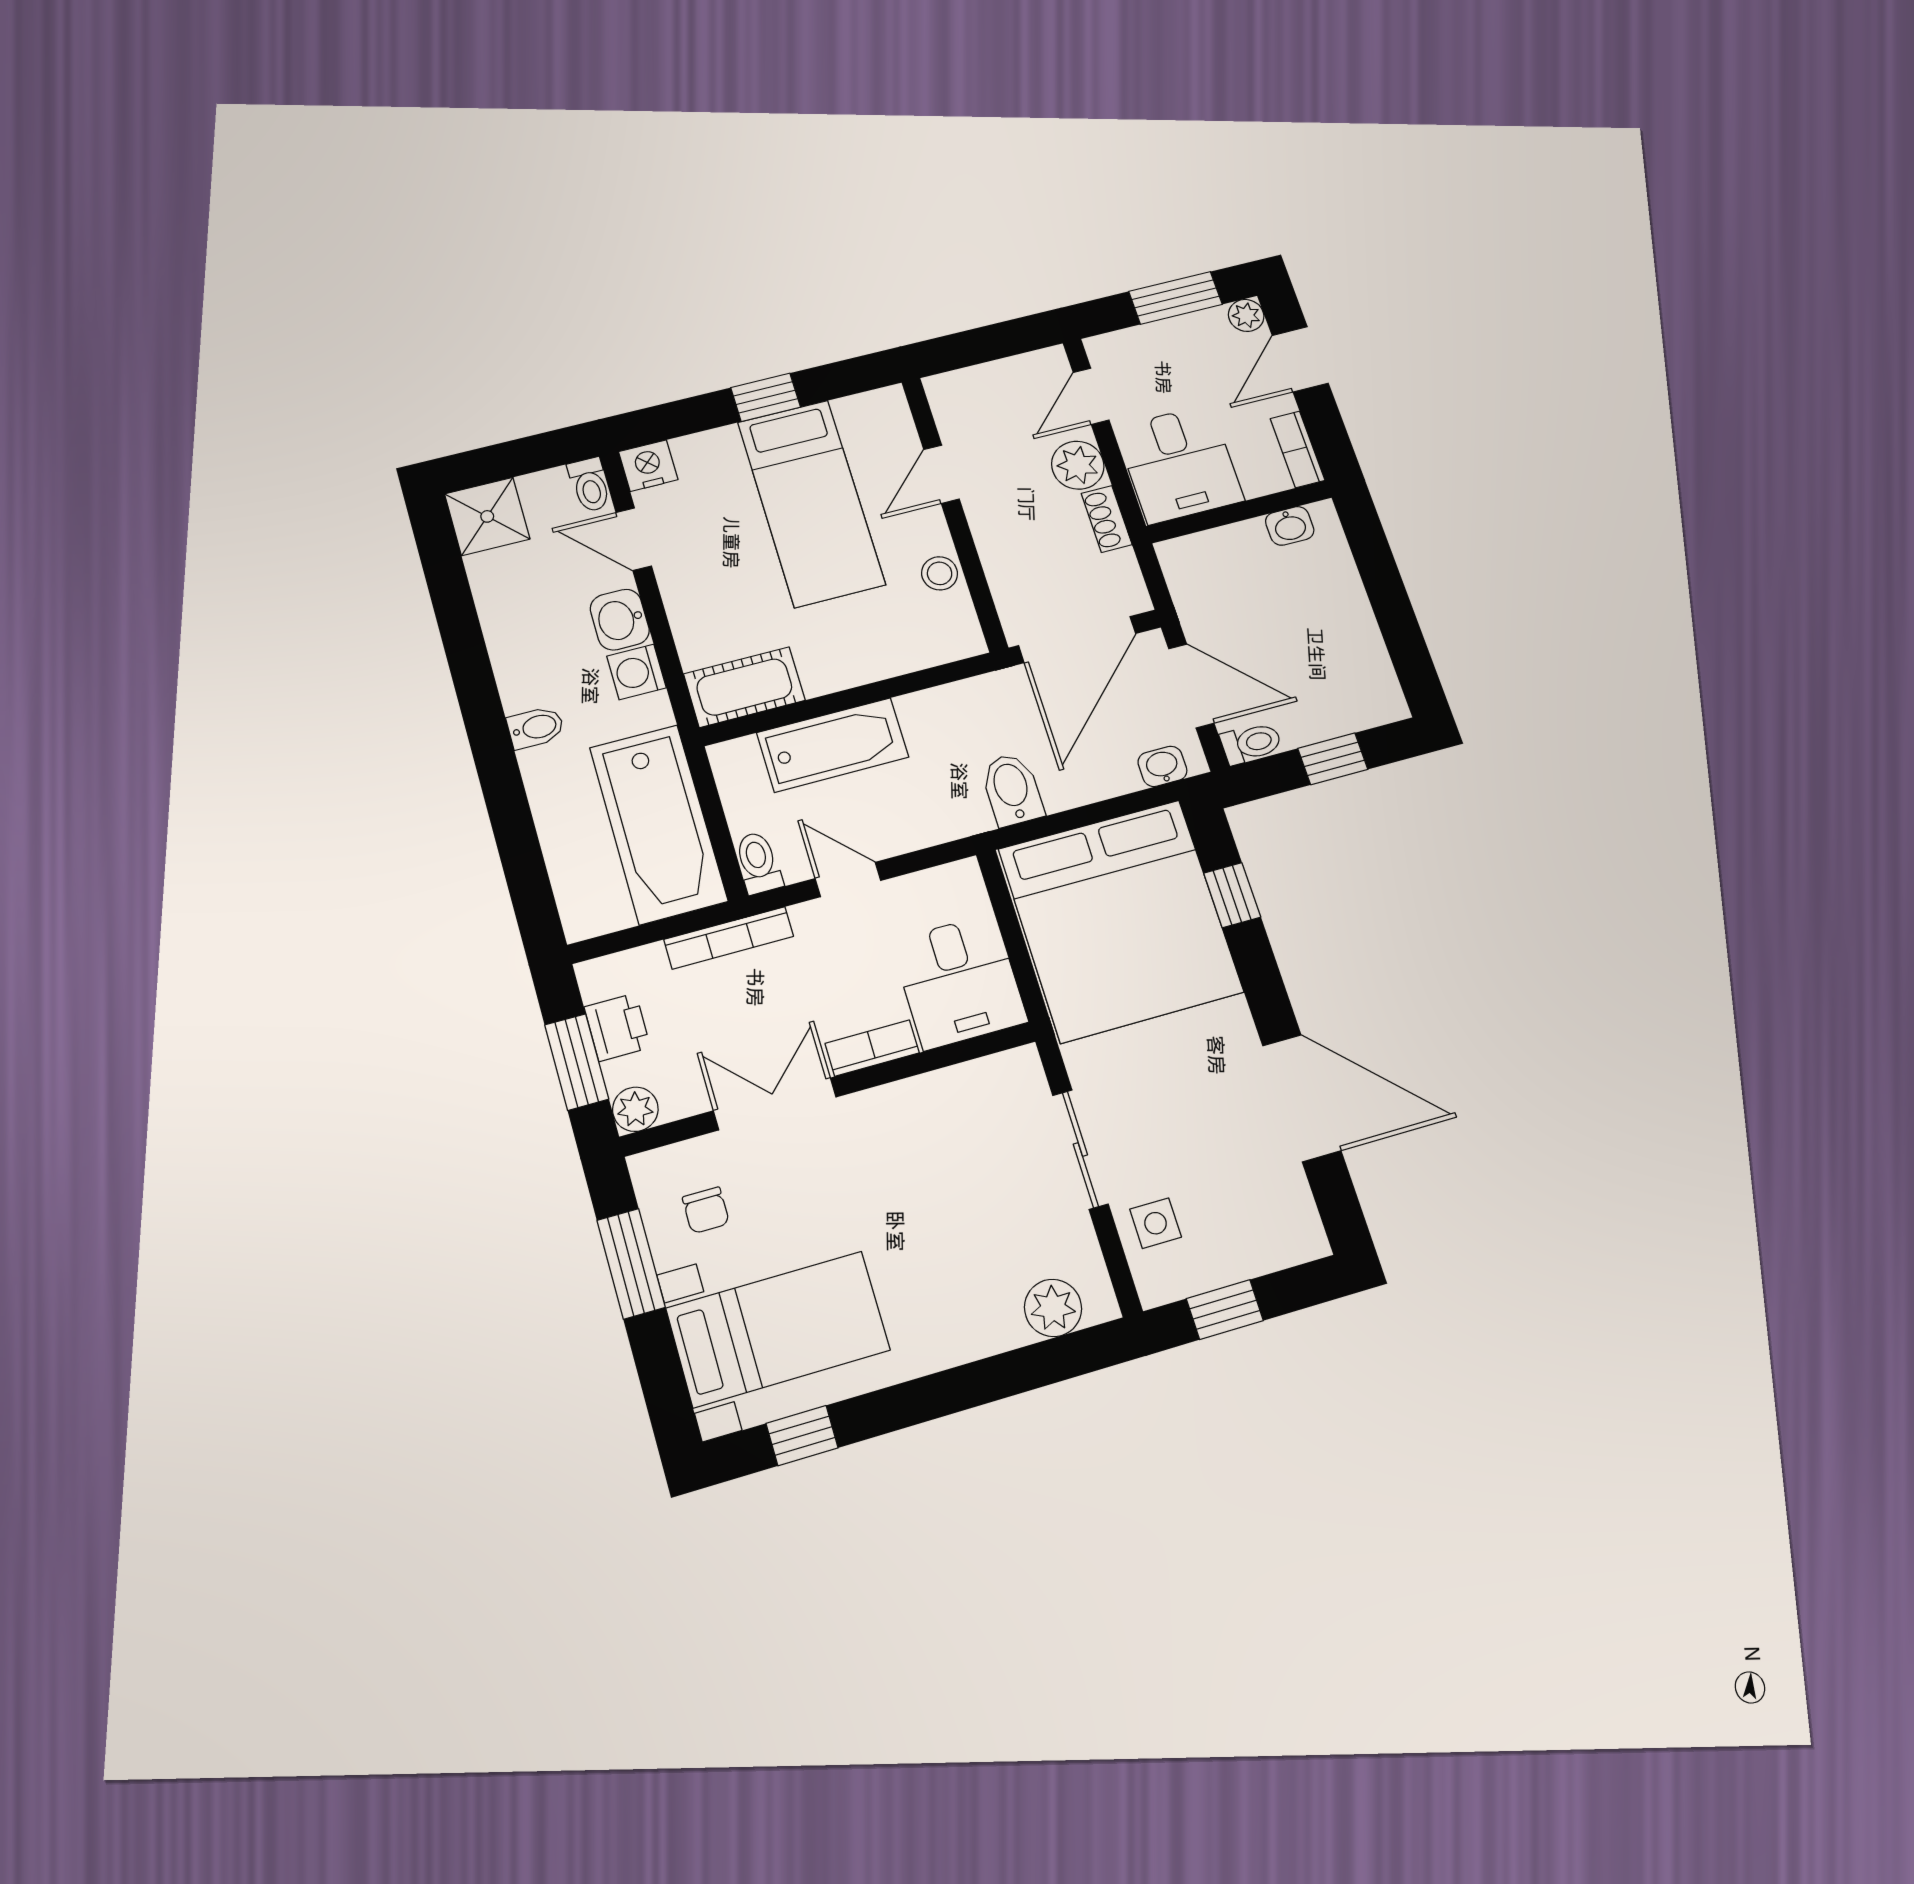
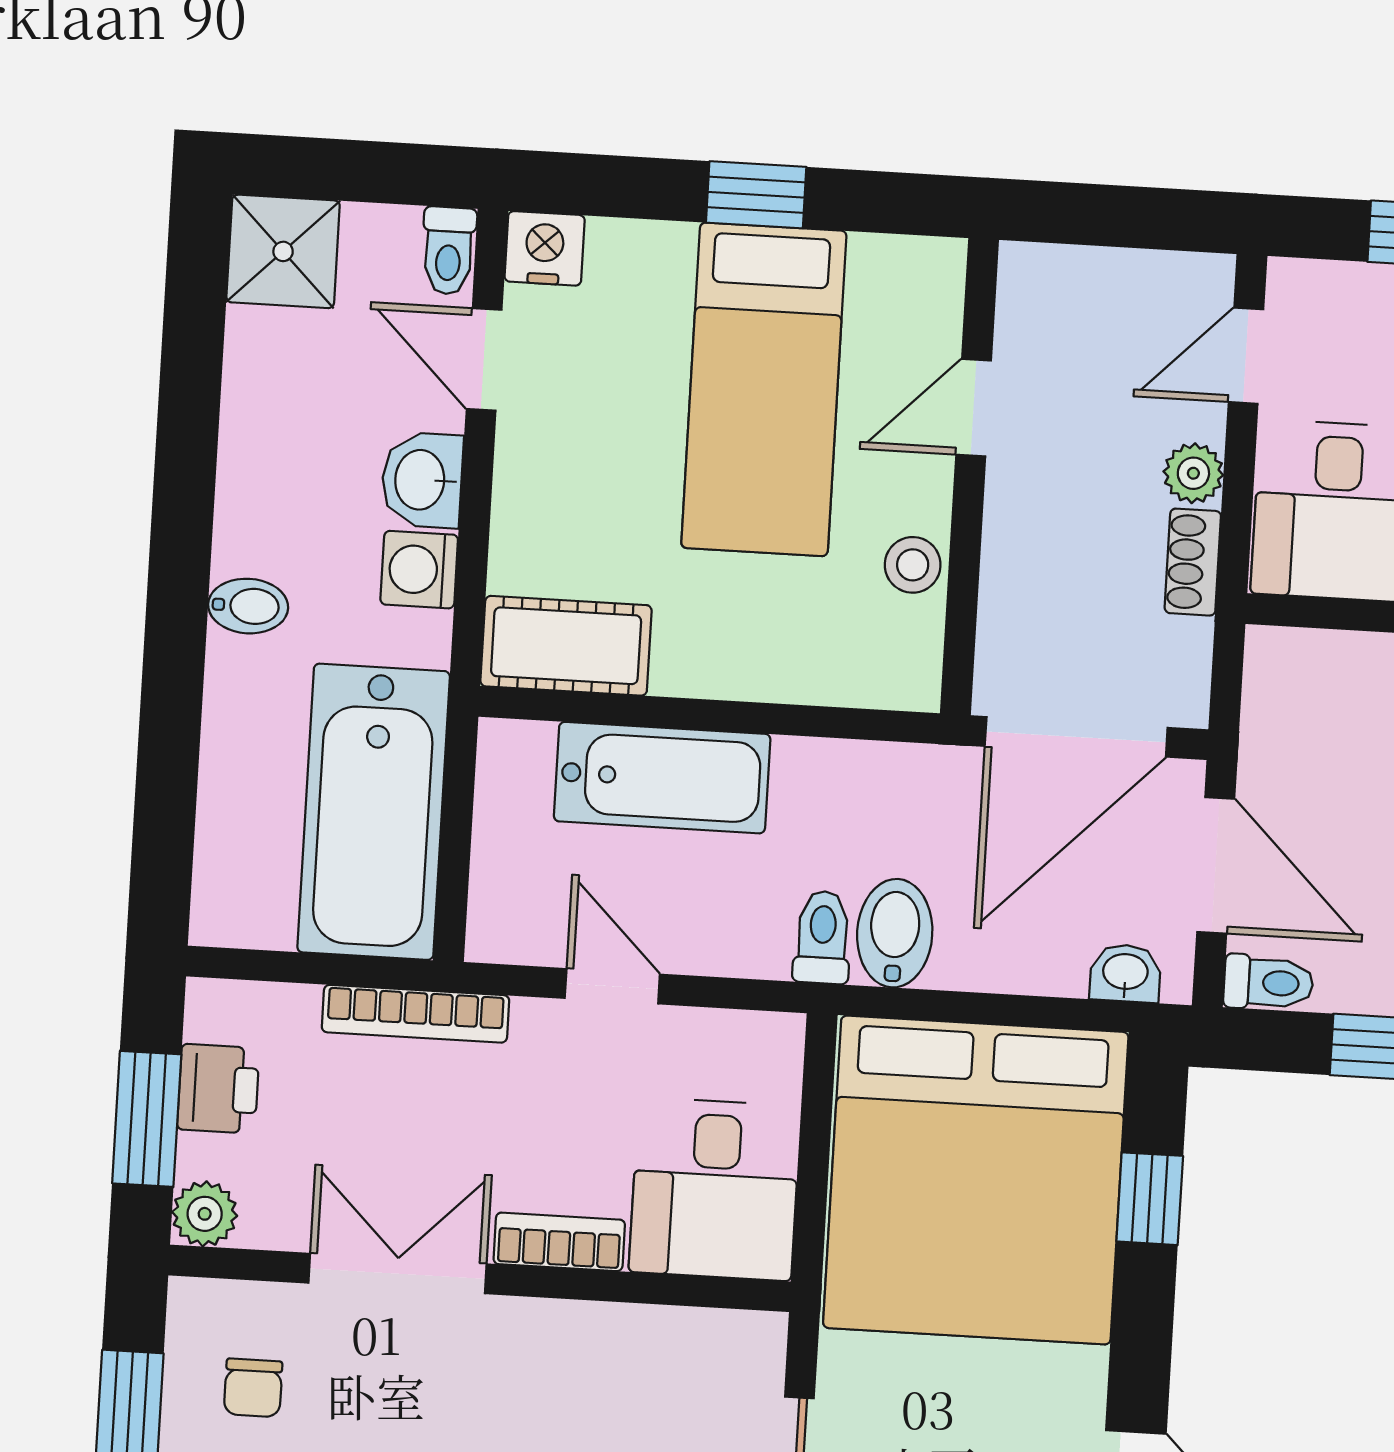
plant: (1078, 465) -> (1193, 473), width x0.73, depth x0.73
toilet: (758, 863) -> (822, 937), moved

